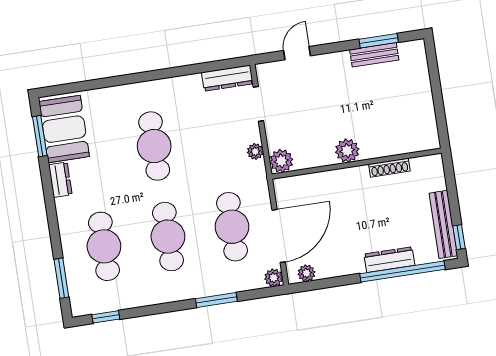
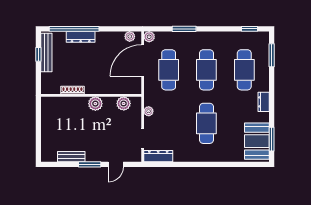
window: (379, 41) -> (90, 164), moved
plant: (281, 161) -> (124, 103), moved
dresser: (60, 180) -> (264, 102), moved
window: (459, 237) -> (38, 54), moved

